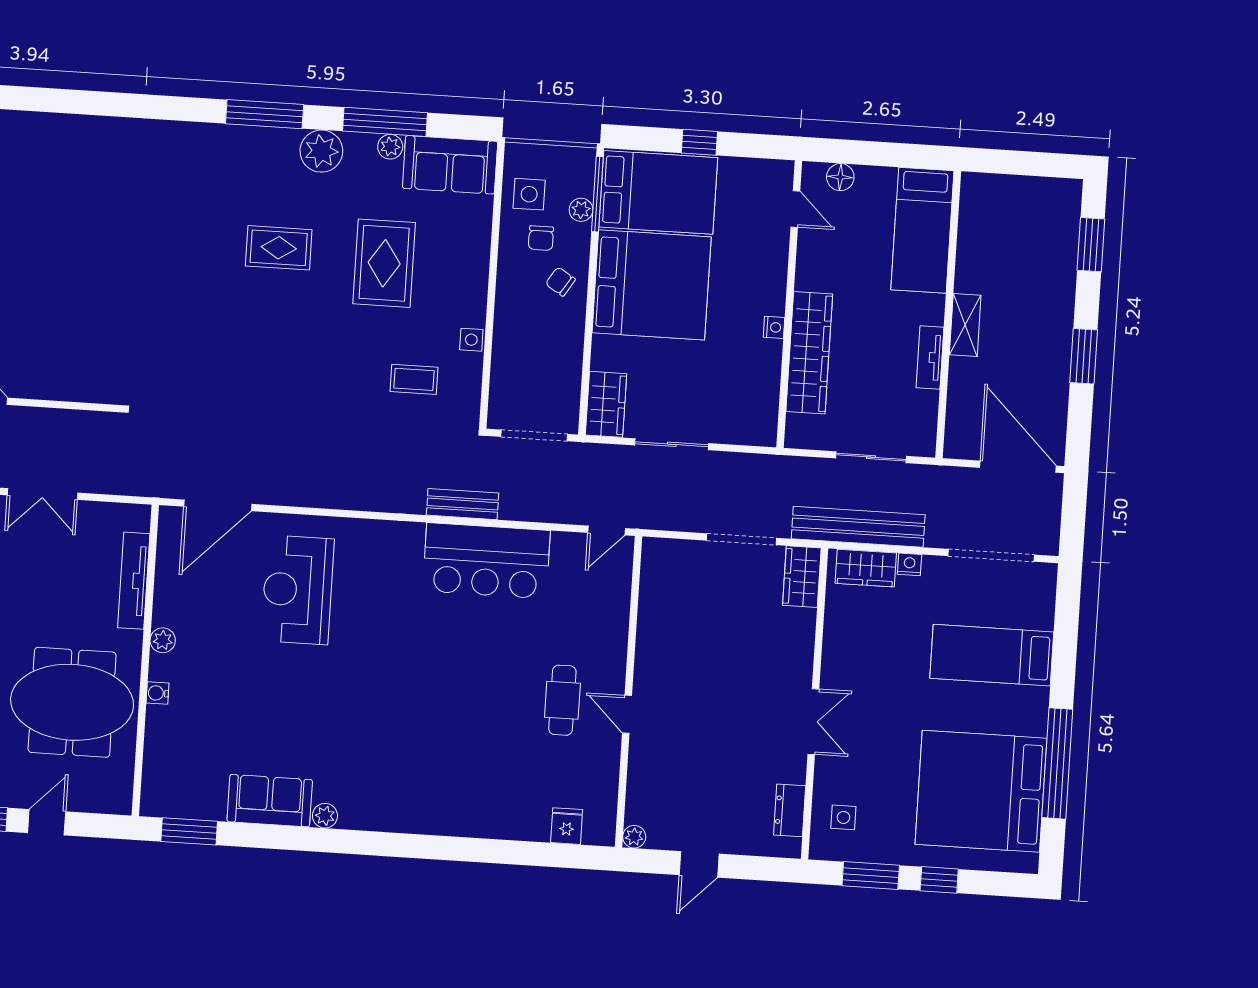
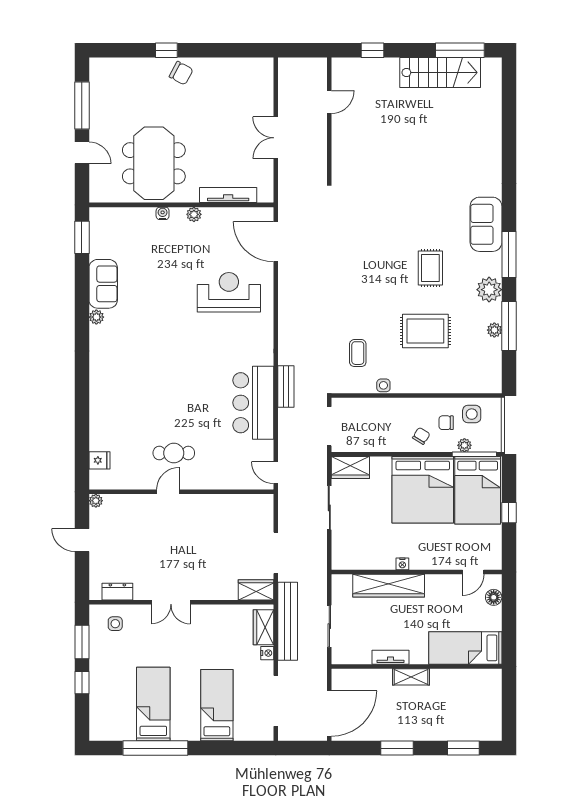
sofa: (450, 165) -> (486, 224), moved
bed: (981, 791) -> (153, 704), width x0.49

